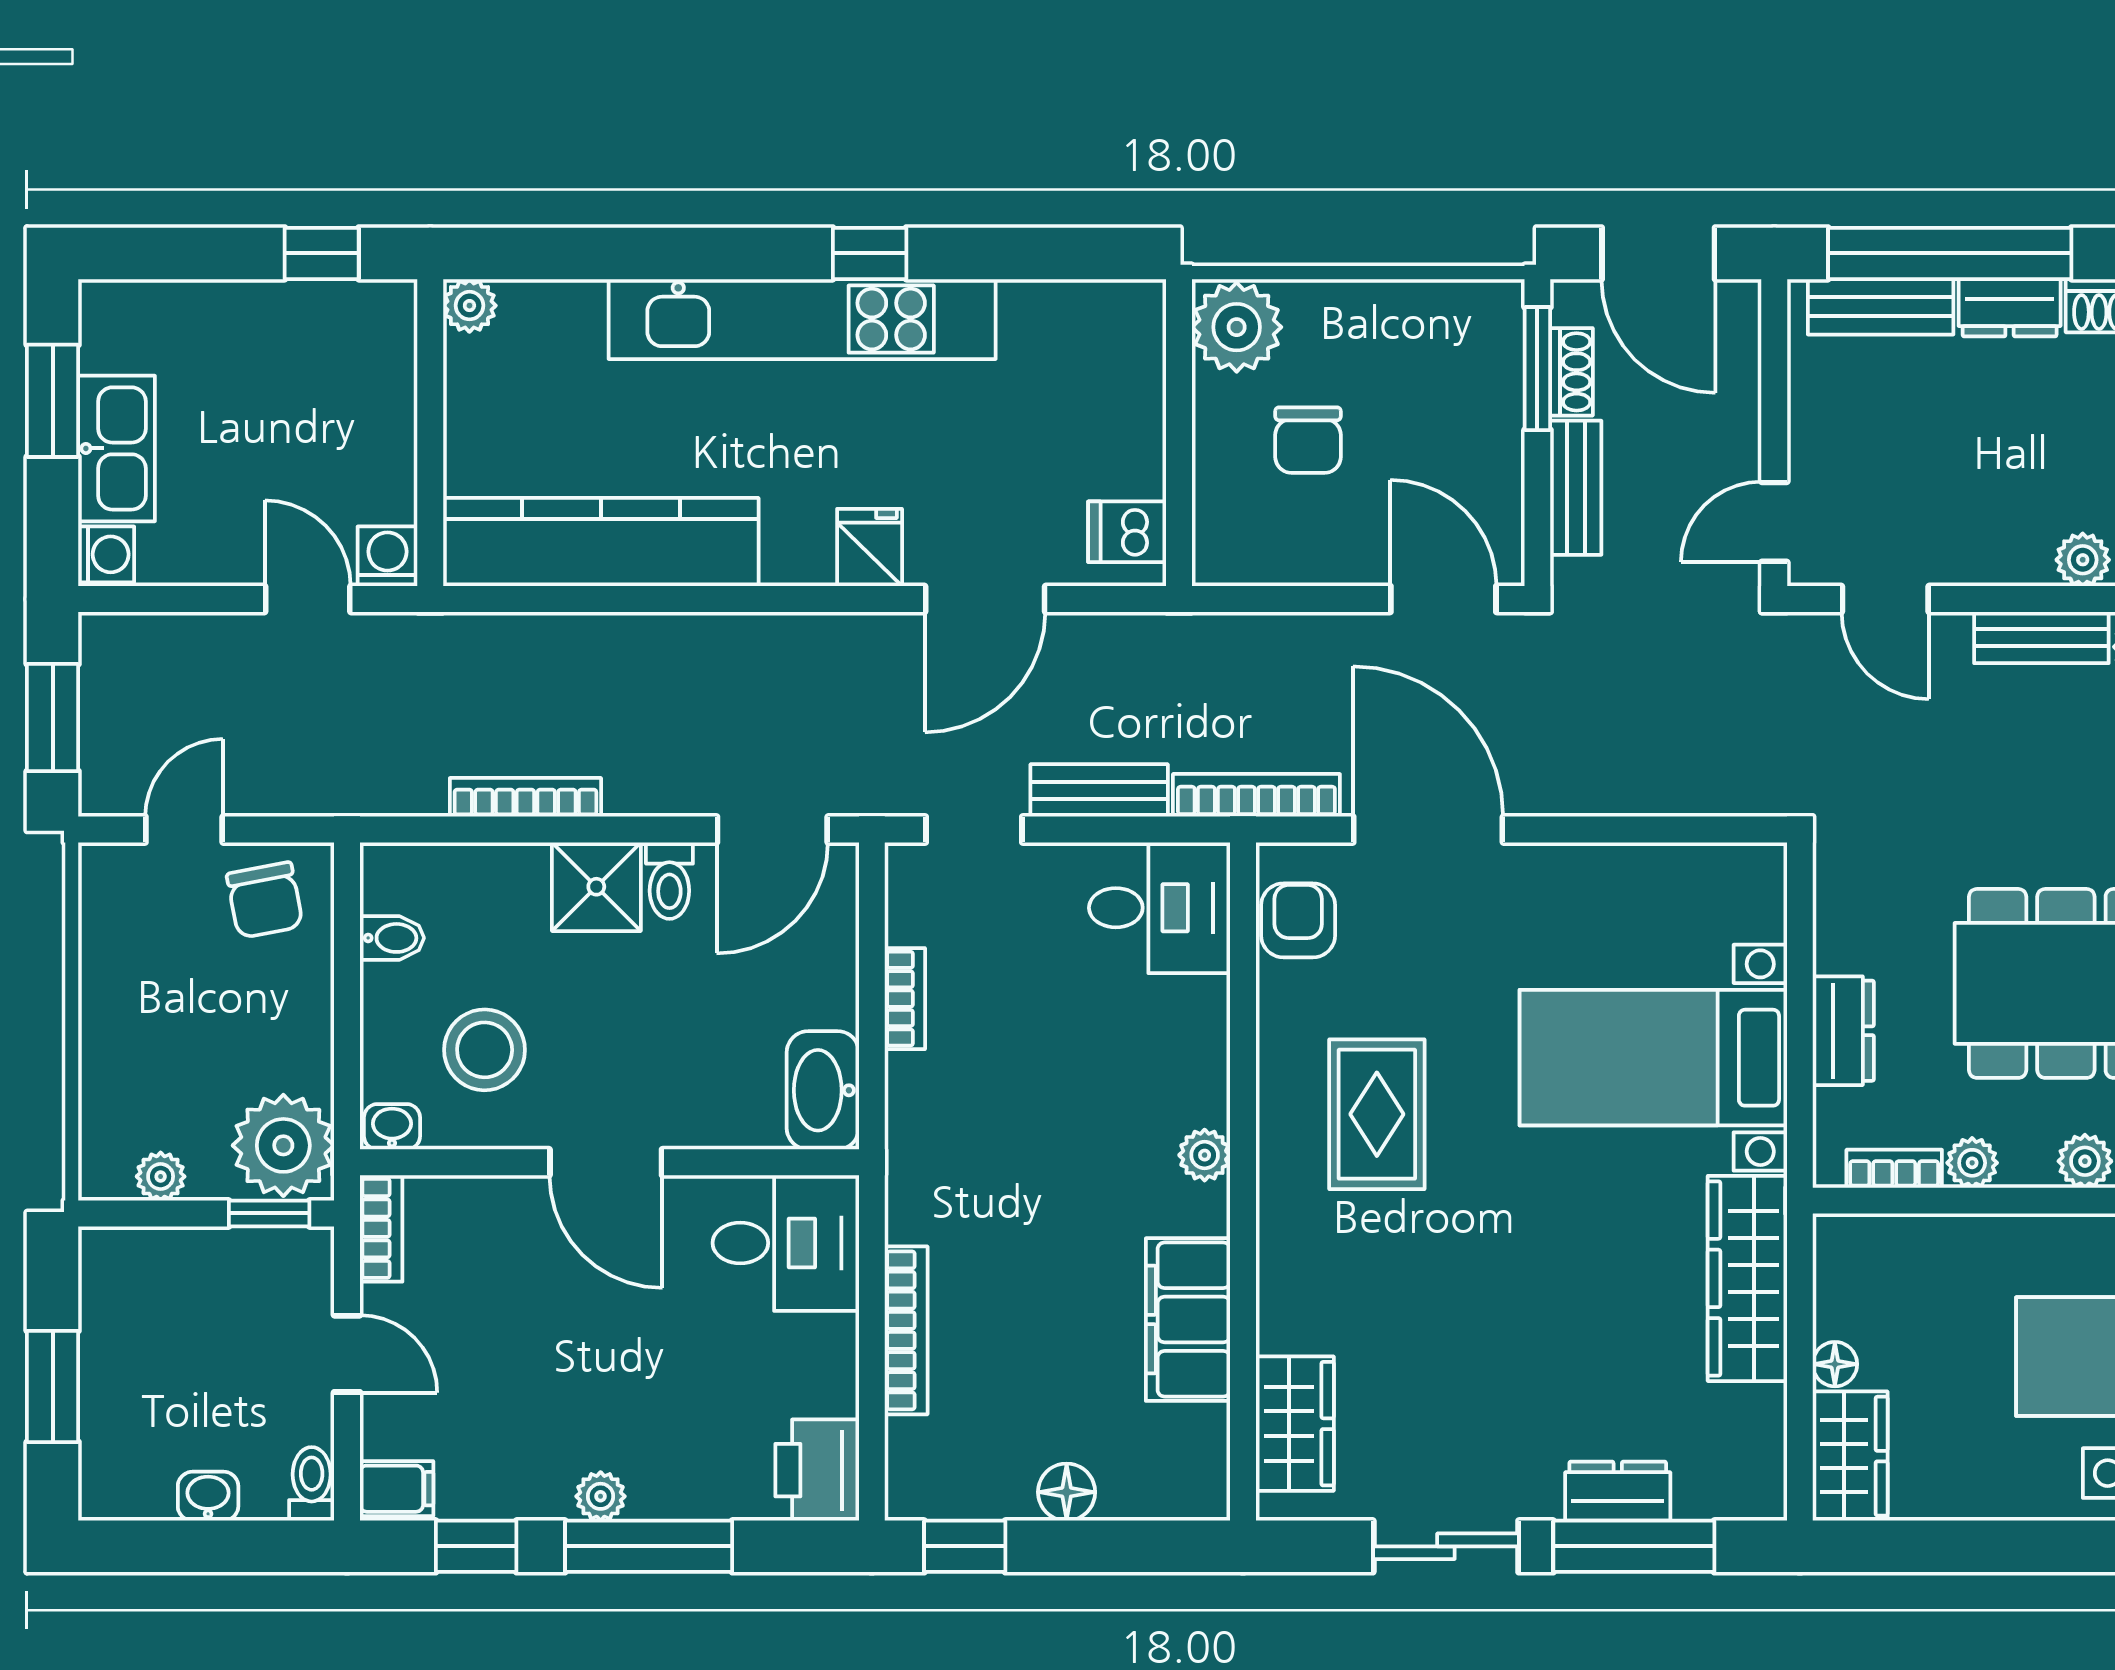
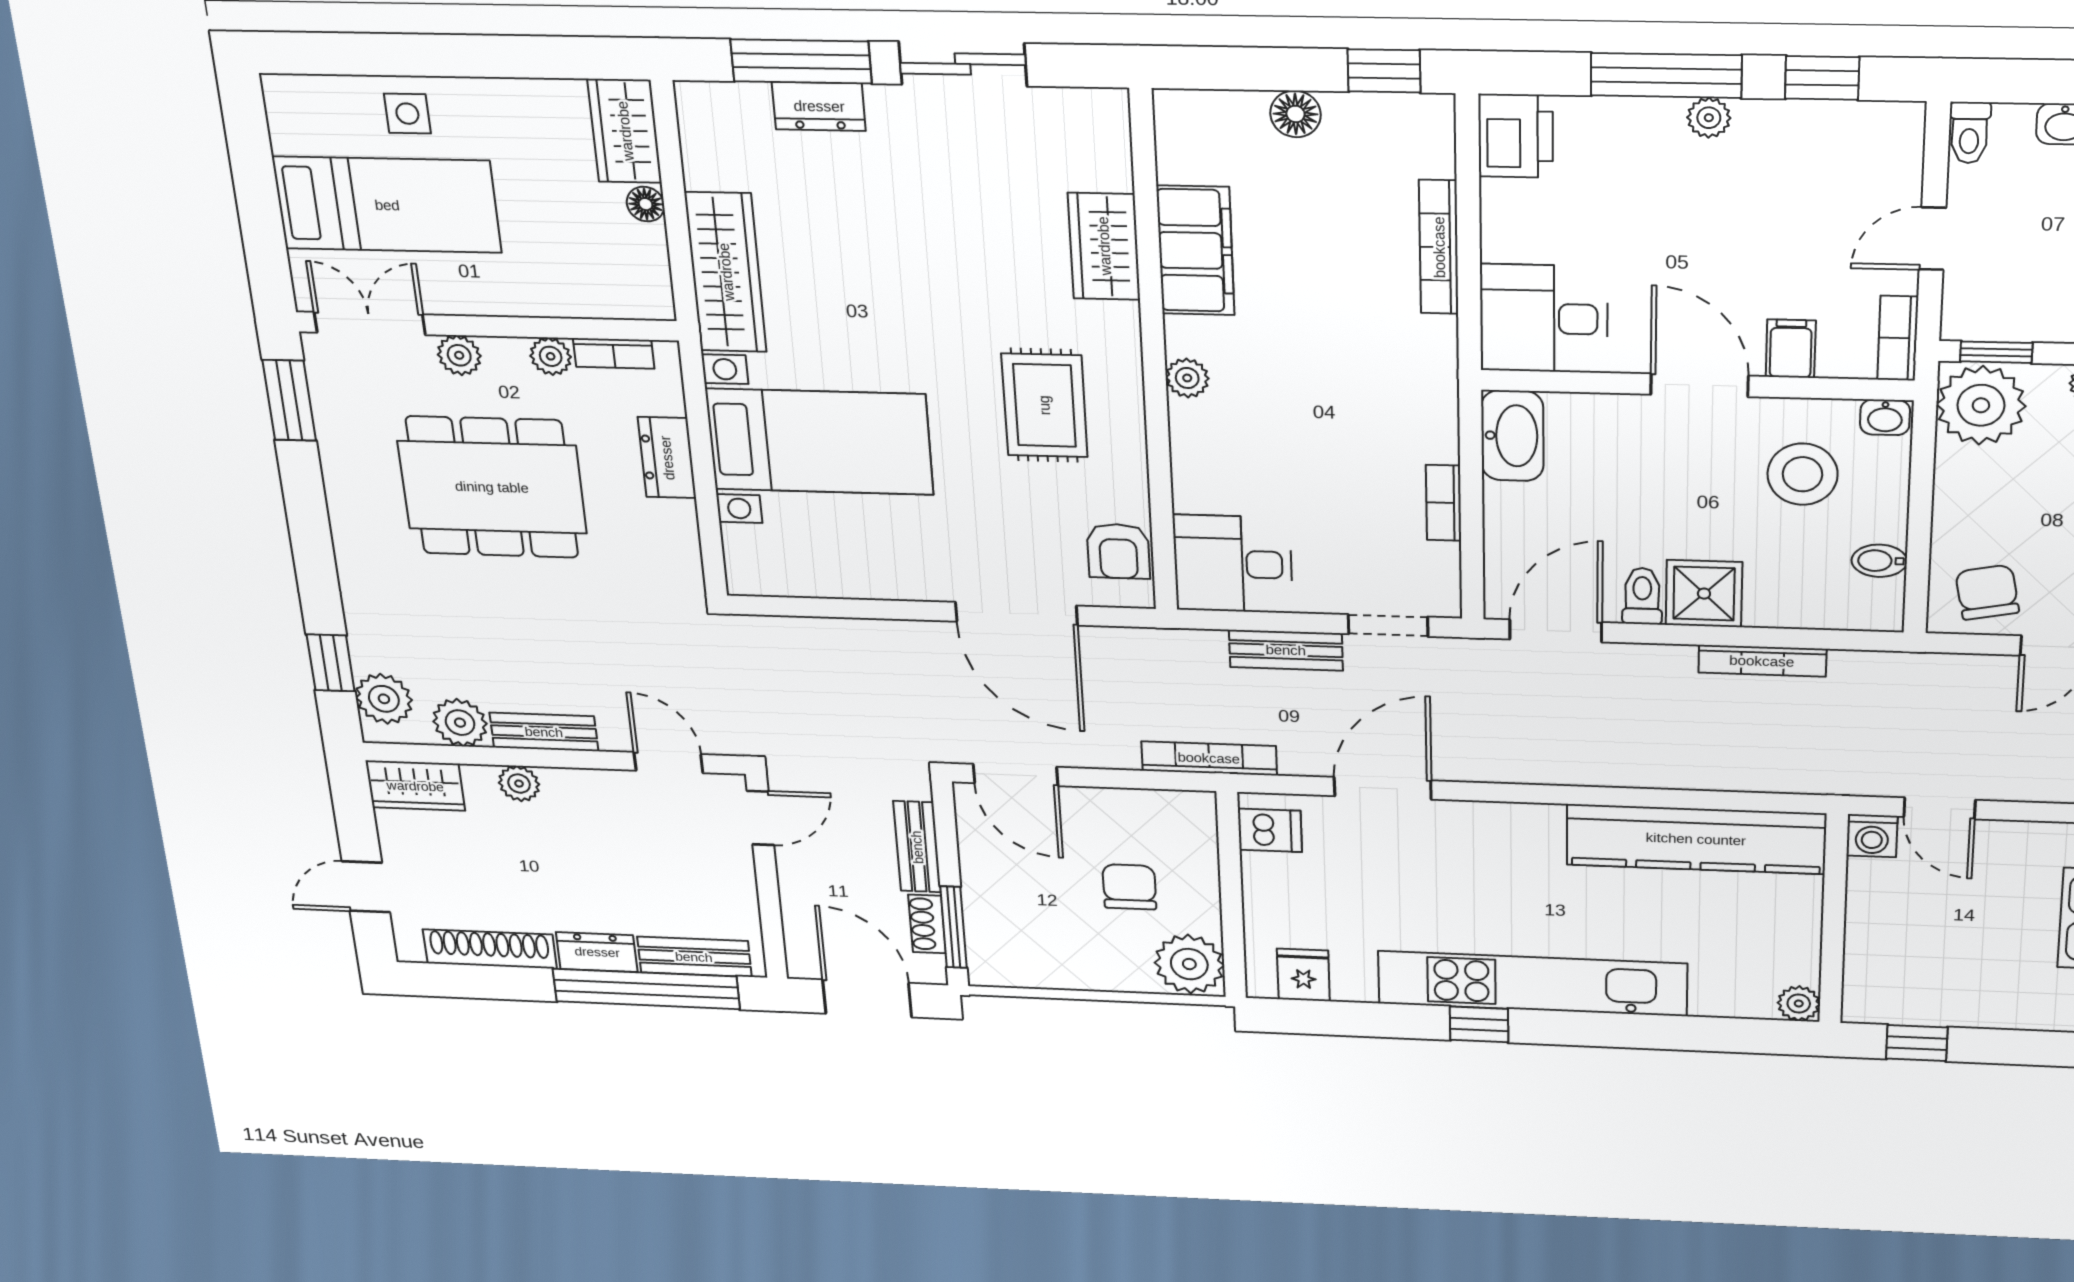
fridge: (870, 548) -> (1303, 975), moved, turned 180
bookcase: (1256, 795) -> (1209, 758), moved, turned 180
door: (347, 1354) -> (1932, 239), hinge flipped
wardrobe: (1295, 1424) -> (1104, 246), moved
filing cabinet: (397, 1489) -> (1791, 349), moved, turned 90

